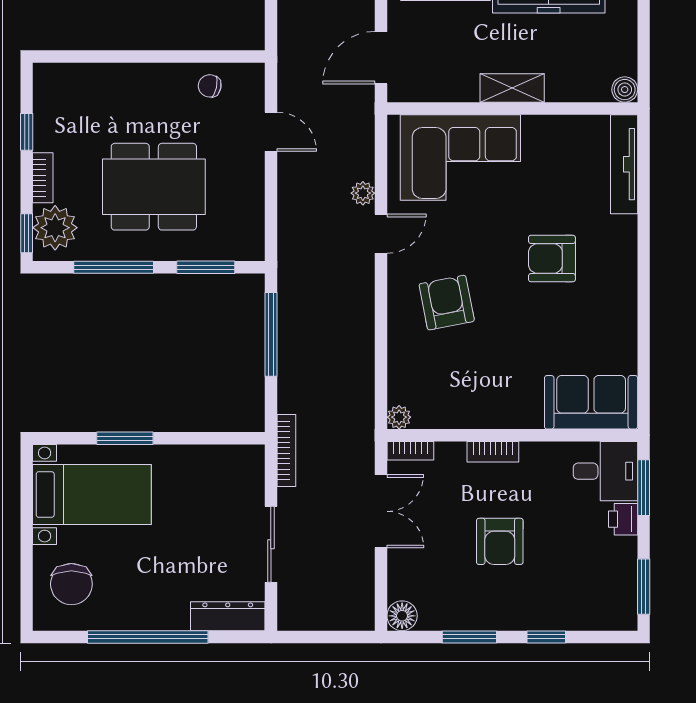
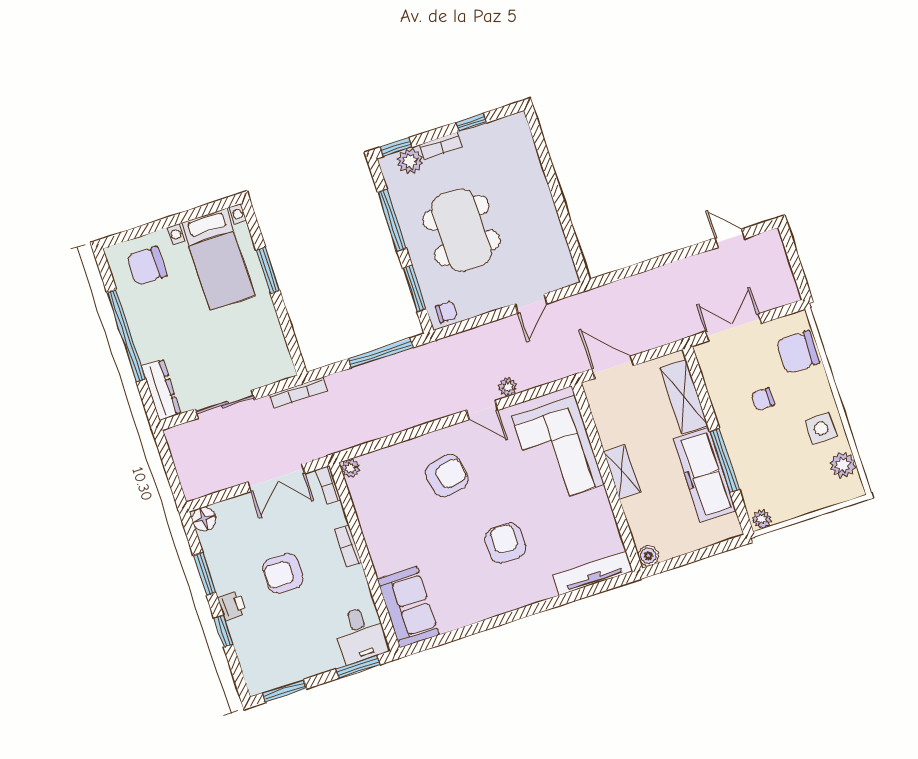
chair: (210, 86) -> (446, 312), moved, turned 78
plant: (55, 228) -> (410, 161), width x0.73, depth x0.73
printer: (623, 519) -> (232, 605), moved, turned 90

